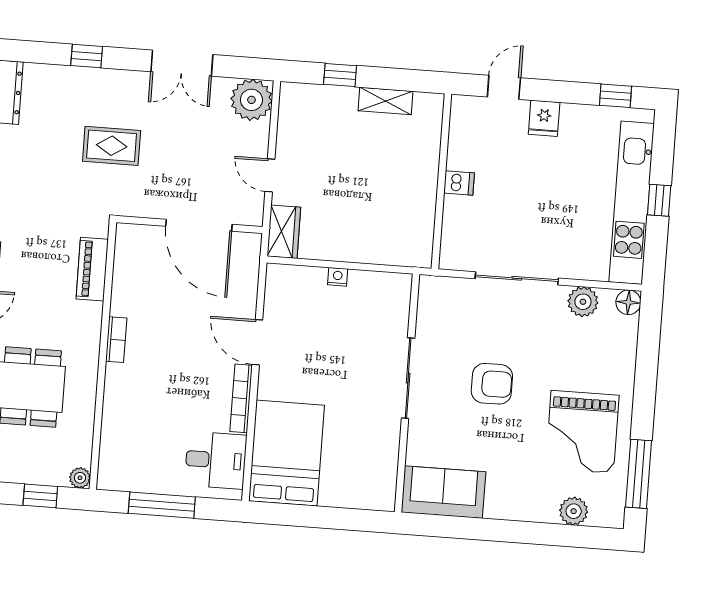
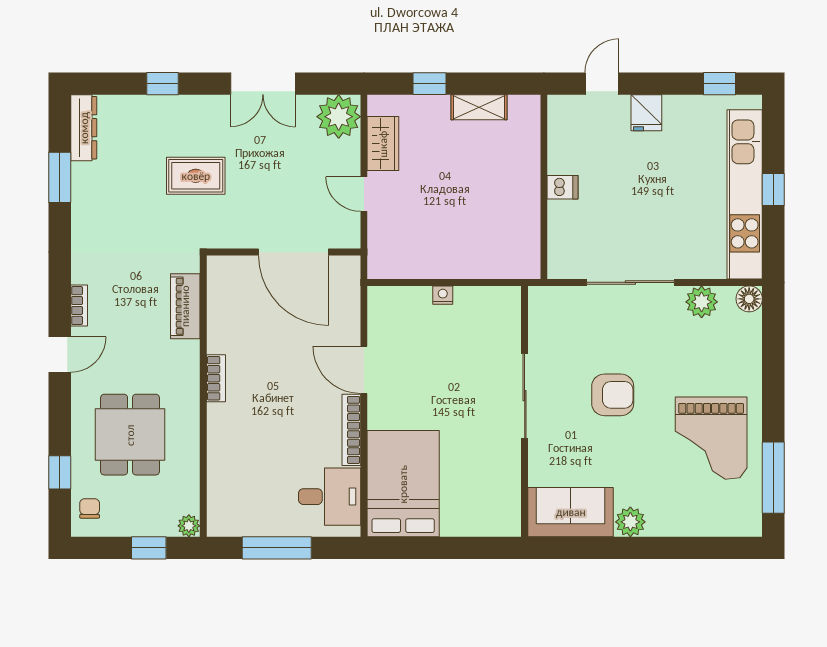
wardrobe: (284, 232) -> (383, 144), moved
plant: (574, 511) -> (630, 522), moved

